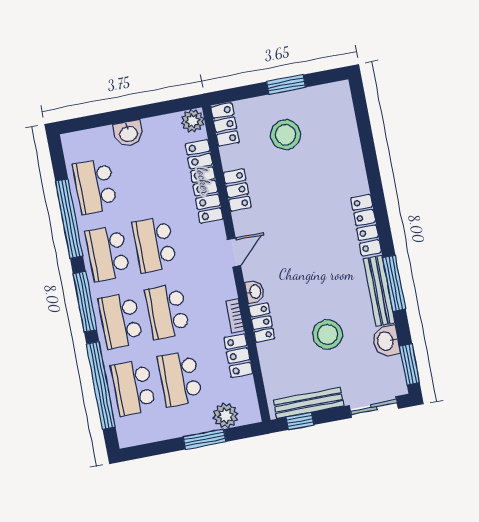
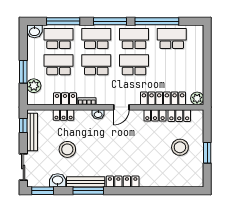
locker: (225, 125) -> (179, 116), moved
washbasin: (128, 133) -> (34, 31), moved, turned -90
door: (234, 253) -> (121, 107), hinge flipped
locker: (262, 323) -> (64, 115), moved
window: (101, 385) -> (63, 21), width x0.68

